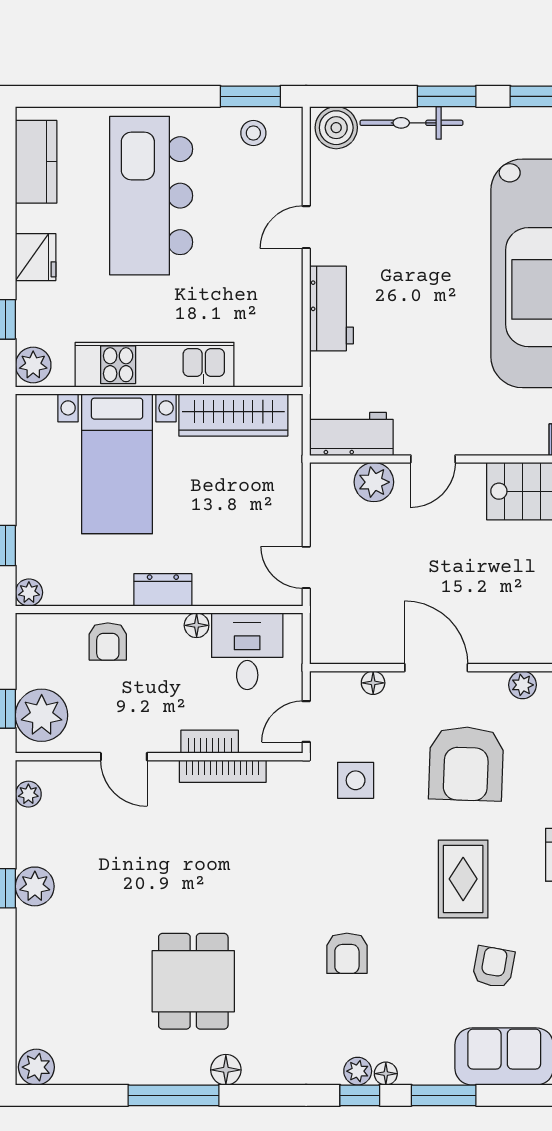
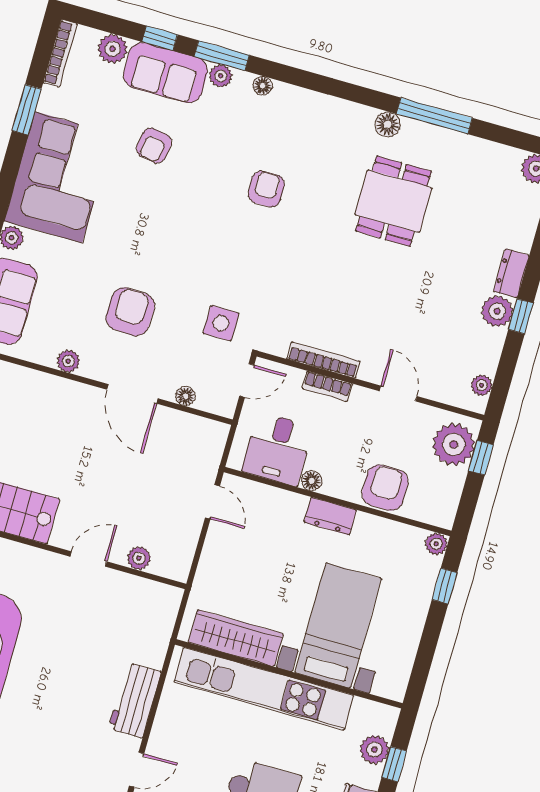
plant: (33, 365) -> (374, 750), moved
kitchen unit: (155, 365) -> (264, 689), width x1.36
workbench: (351, 434) -> (147, 597), removed
plant: (374, 482) -> (139, 558), width x0.73, depth x0.73
armchair: (108, 641) -> (385, 488), width x1.38, depth x1.38
armchair: (466, 764) -> (130, 312), width x0.73, depth x0.73
rug: (463, 879) -> (158, 222), removed
dresser: (31, 936) -> (511, 273), added
plant: (358, 1071) -> (221, 76), moved
window: (360, 1095) -> (160, 38), moved

